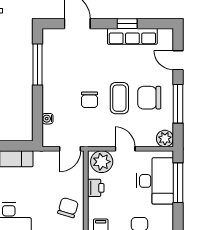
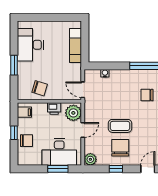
chair: (90, 100) -> (147, 95), moved
window: (178, 104) -> (116, 169), width x0.46
window: (178, 183) -> (58, 169), width x0.69

